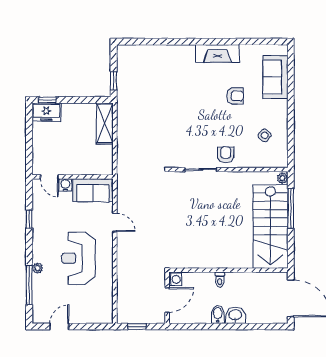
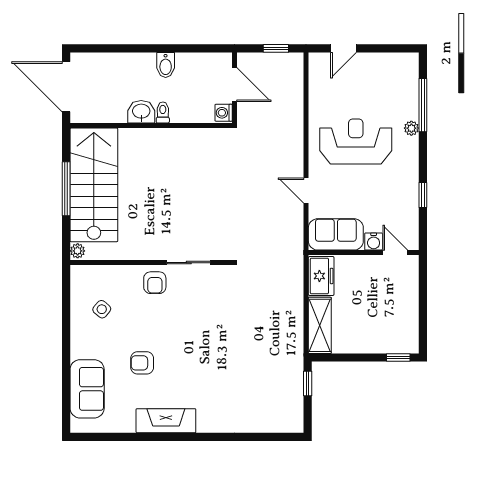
freezer: (46, 112) -> (321, 276), moved, turned 90
window: (291, 208) -> (66, 189), moved
reception desk: (78, 258) -> (356, 141), turned -90
door: (167, 300) -> (235, 85), swing flipped
washbasin: (235, 315) -> (141, 112), moved, turned 180
door: (59, 327) -> (344, 48), moved

